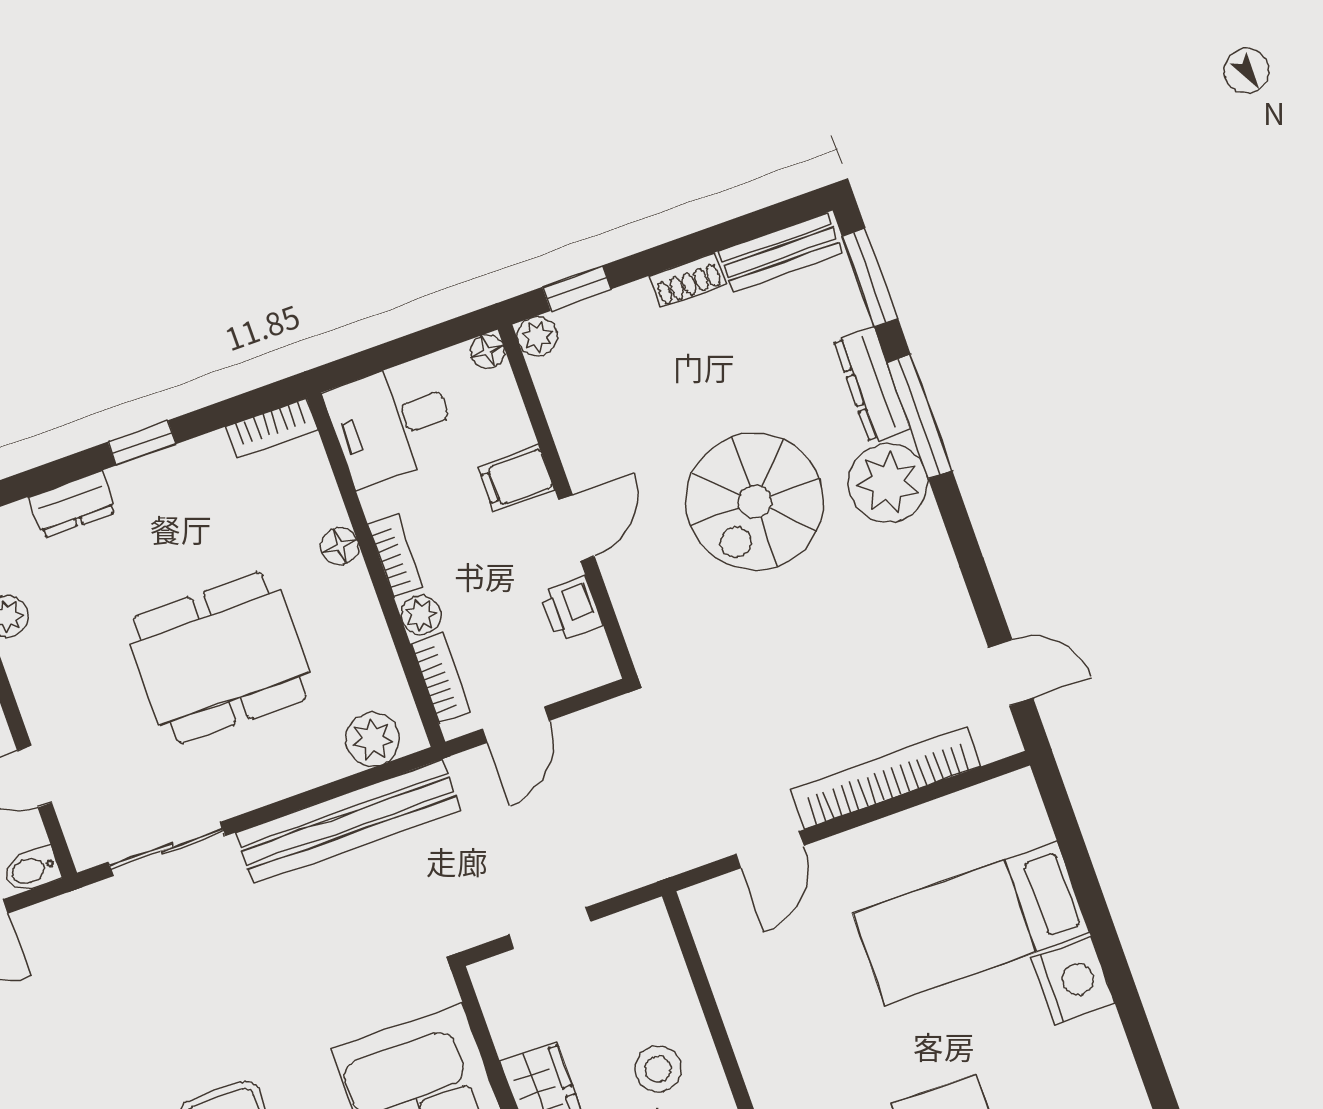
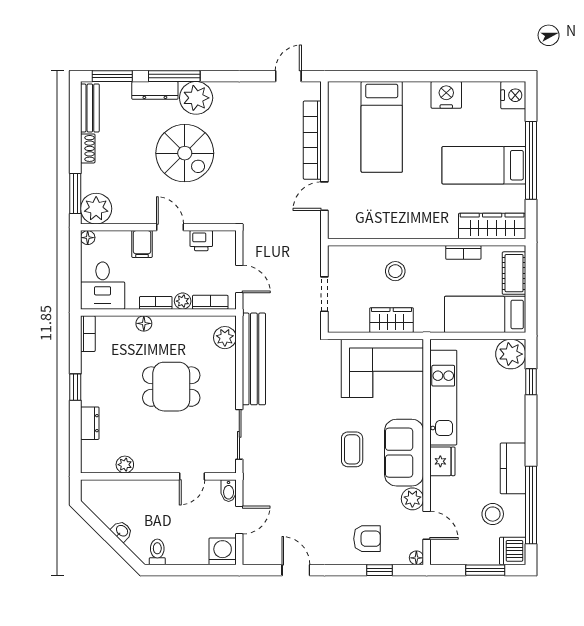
window: (577, 288) -> (75, 194), width x1.50
plant: (537, 336) -> (96, 209), width x1.87, depth x1.87
dining table: (220, 658) -> (171, 387), width x0.73
door: (770, 850) -> (324, 196), swing flipped
nightstand: (1073, 981) -> (446, 95), moved

